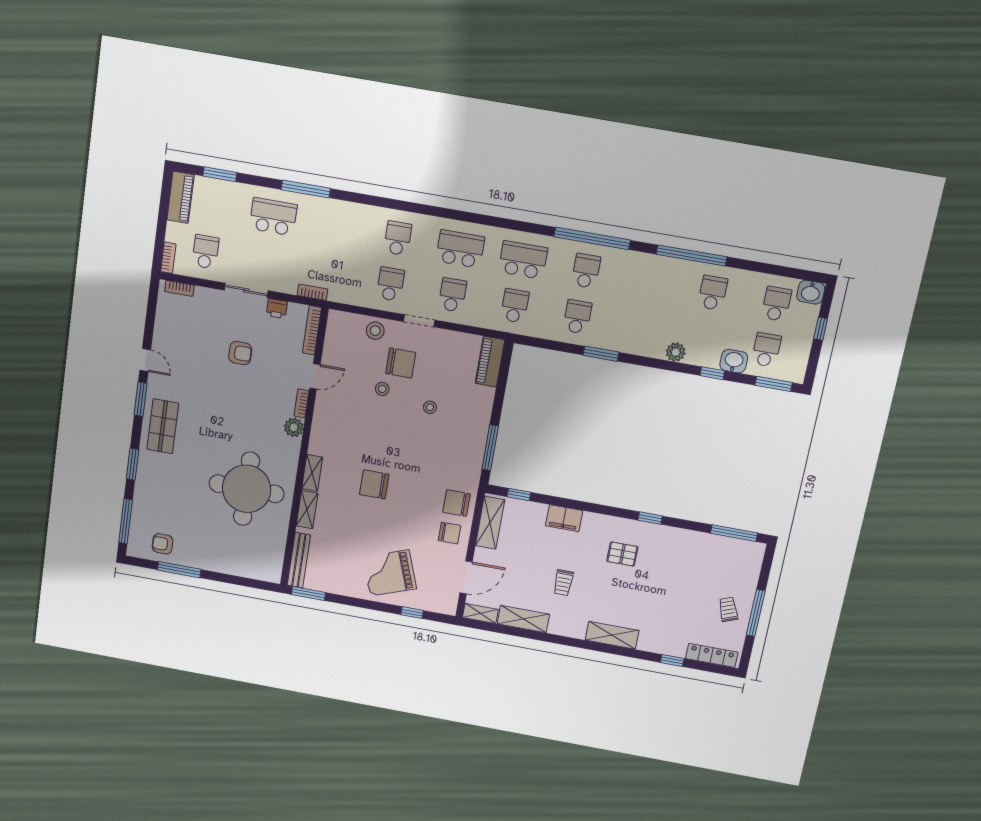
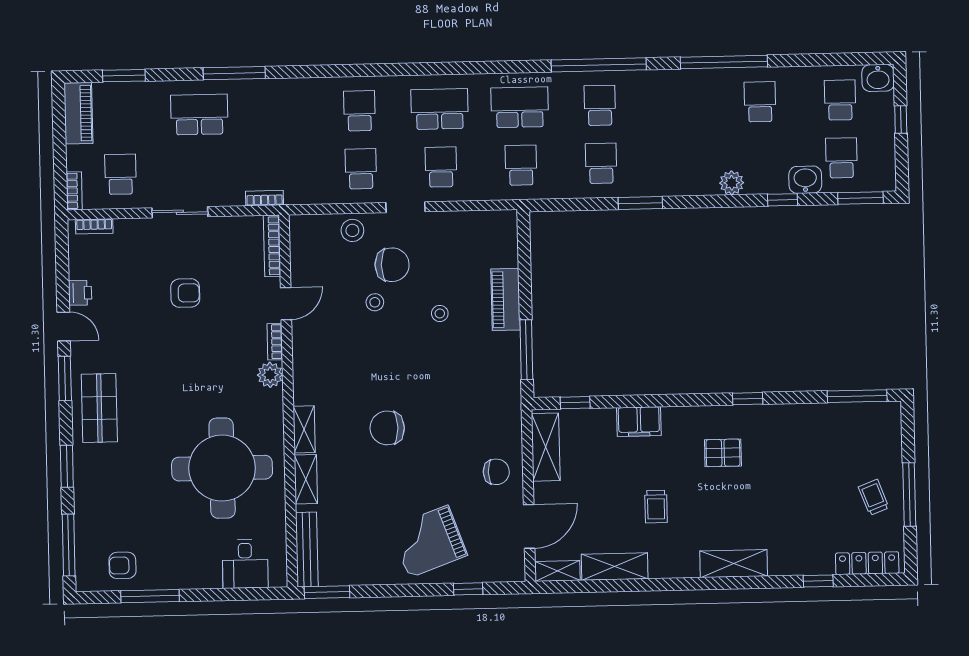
printer: (277, 308) -> (80, 293), moved, turned -90
piano: (490, 362) -> (506, 299), moved
chair: (456, 503) -> (498, 430), removed
desk: (252, 561) -> (245, 564), added

